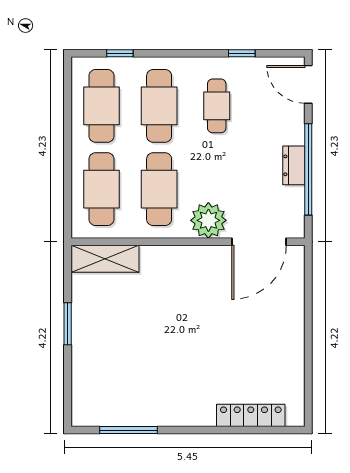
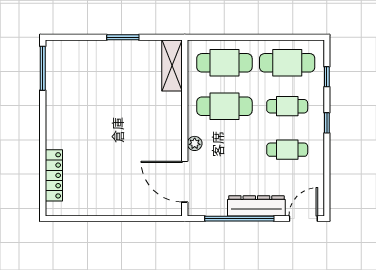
window: (242, 53) -> (327, 123), moved
cafe table: (159, 106) -> (287, 106), width x0.73, depth x0.74
dresser: (294, 165) -> (256, 206), width x1.96, depth x1.24
plant: (208, 220) -> (195, 143), width x0.53, depth x0.53
window: (128, 430) -> (43, 68), moved

